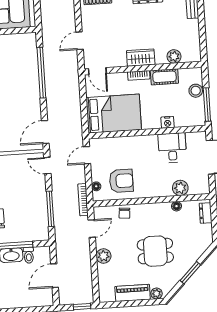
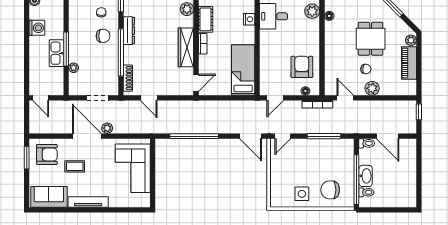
door: (80, 41) -> (149, 98), moved
wardrobe: (141, 58) -> (186, 47), width x1.50
bed: (114, 114) -> (243, 70), width x0.67
door: (87, 155) -> (275, 98), hinge flipped
chair: (124, 213) -> (366, 69), moved
toilet: (29, 255) -> (367, 143), moved

